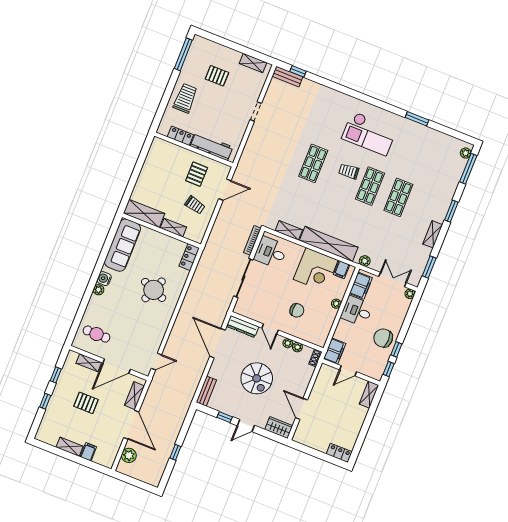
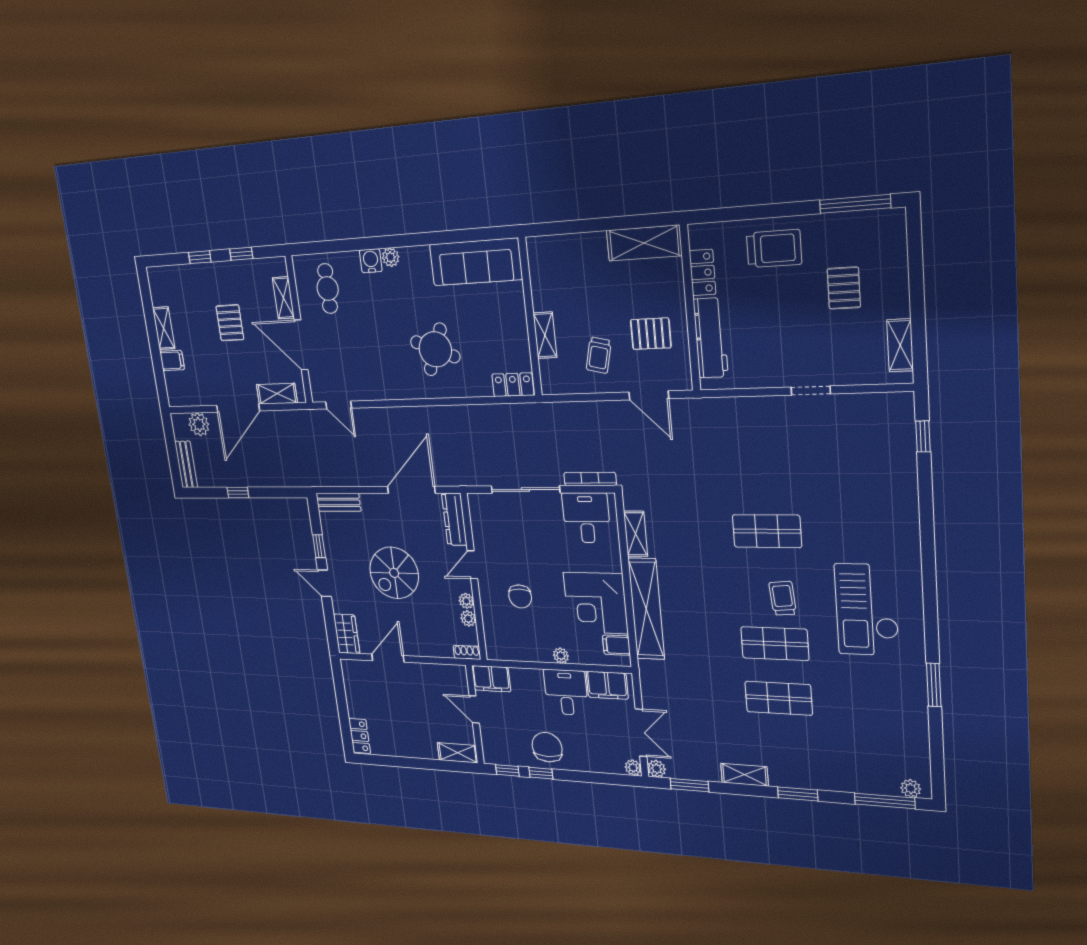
bench: (287, 77) -> (186, 464), moved
shelving: (144, 213) -> (644, 243), moved, turned 90
plant: (365, 261) -> (657, 769), moved
water cooler: (104, 279) -> (371, 261), moved

